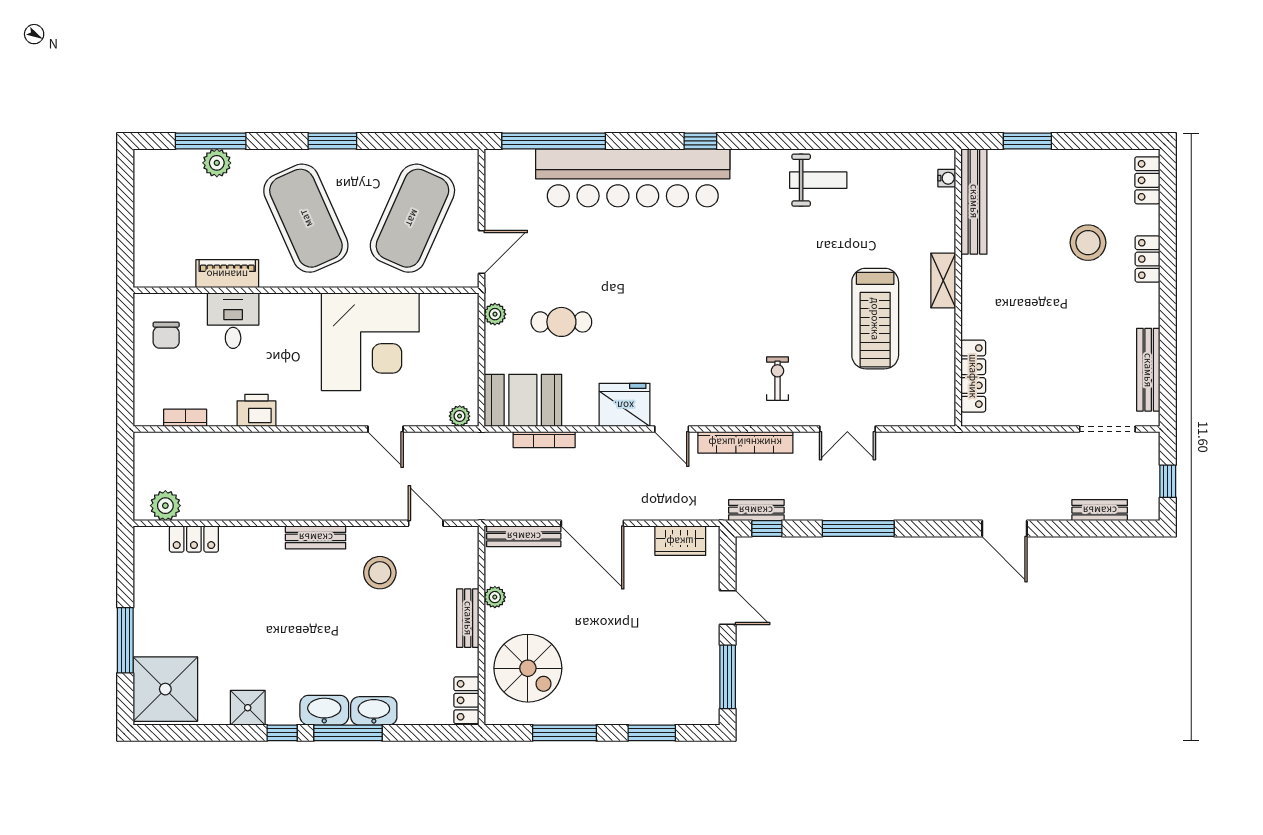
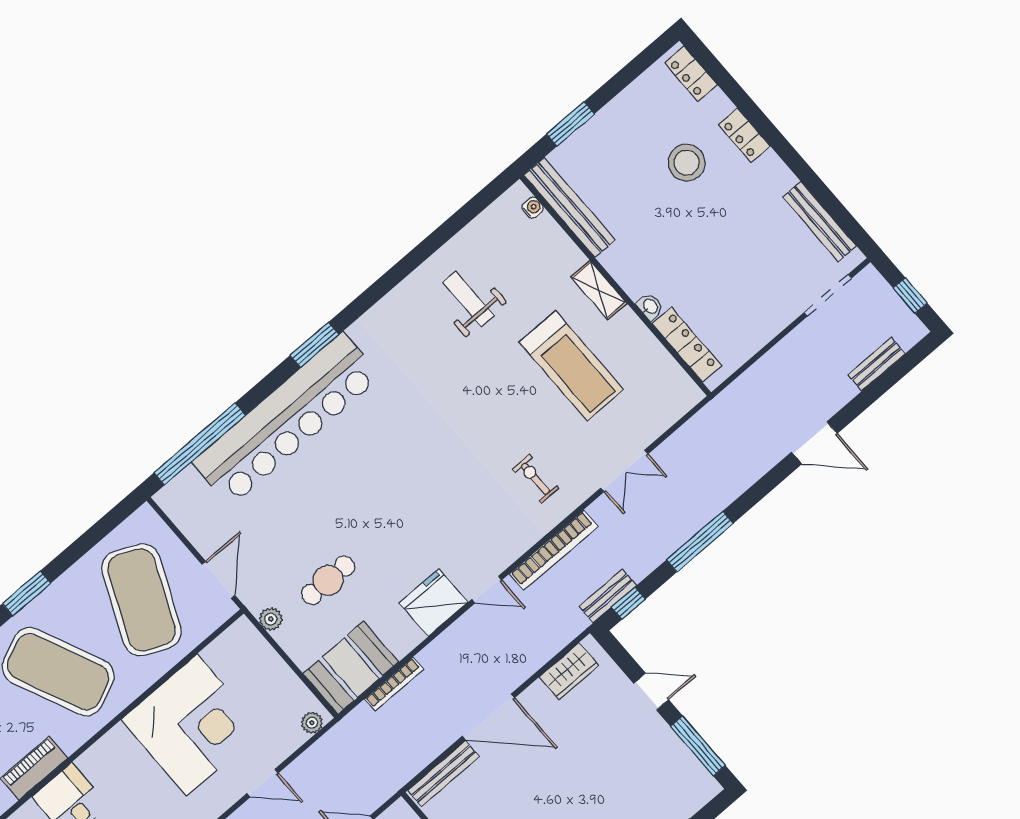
window: (700, 141) -> (315, 345), width x1.50
weight bench: (818, 180) -> (469, 299), moved, turned -90
washbasin: (970, 325) -> (650, 307), added

